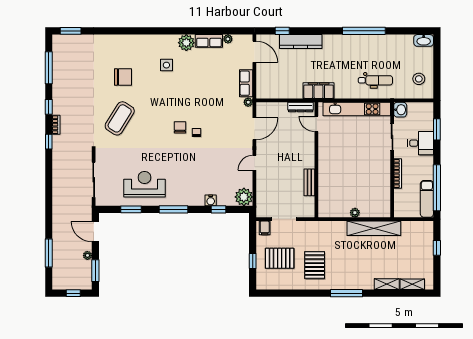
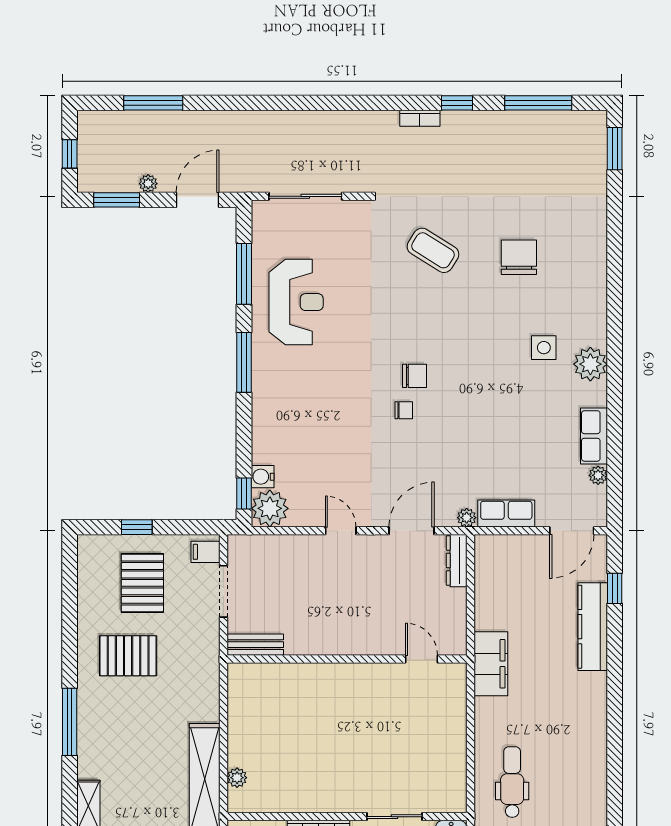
window: (364, 31) -> (615, 758), removed
plant: (186, 43) -> (590, 364), moved
chair: (123, 77) -> (519, 257), turned 180
dental chair: (375, 80) -> (512, 782), turned 180
dresser: (301, 107) -> (457, 561), moved
kitchen unit: (357, 109) -> (452, 743), removed
coffee table: (120, 118) -> (433, 250), width x0.73, depth x0.76
door: (316, 124) -> (422, 659), hinge flipped
door: (254, 129) -> (412, 531), swing flipped
window: (49, 142) -> (385, 103), removed
bench: (309, 182) -> (255, 645), moved
water cooler: (211, 200) -> (263, 477), moved
window: (131, 209) -> (244, 274), width x1.44
window: (218, 209) -> (244, 494), moved
plant: (355, 213) -> (237, 778), moved

